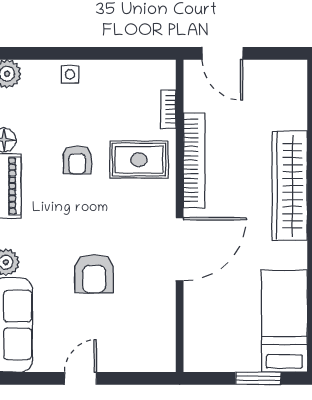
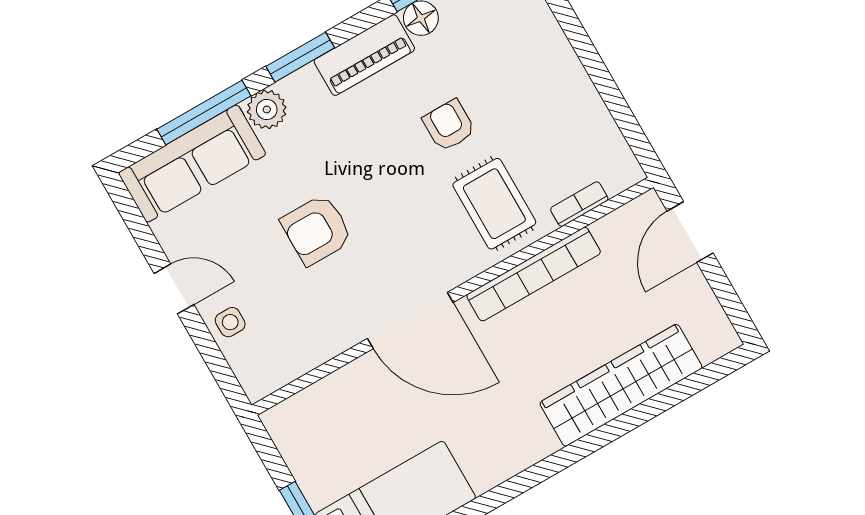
side table: (70, 74) -> (230, 322), moved
armchair: (77, 160) -> (449, 125), turned 90
wardrobe: (290, 186) -> (621, 385), moved

